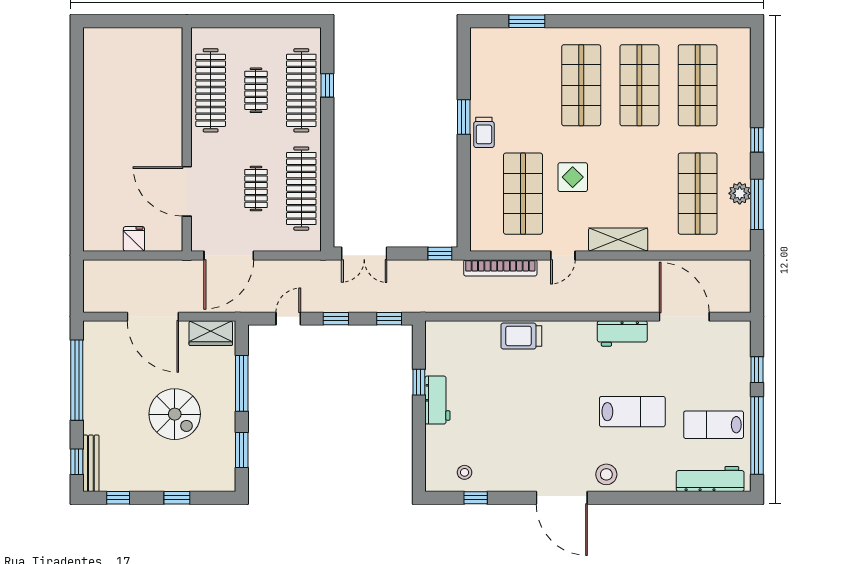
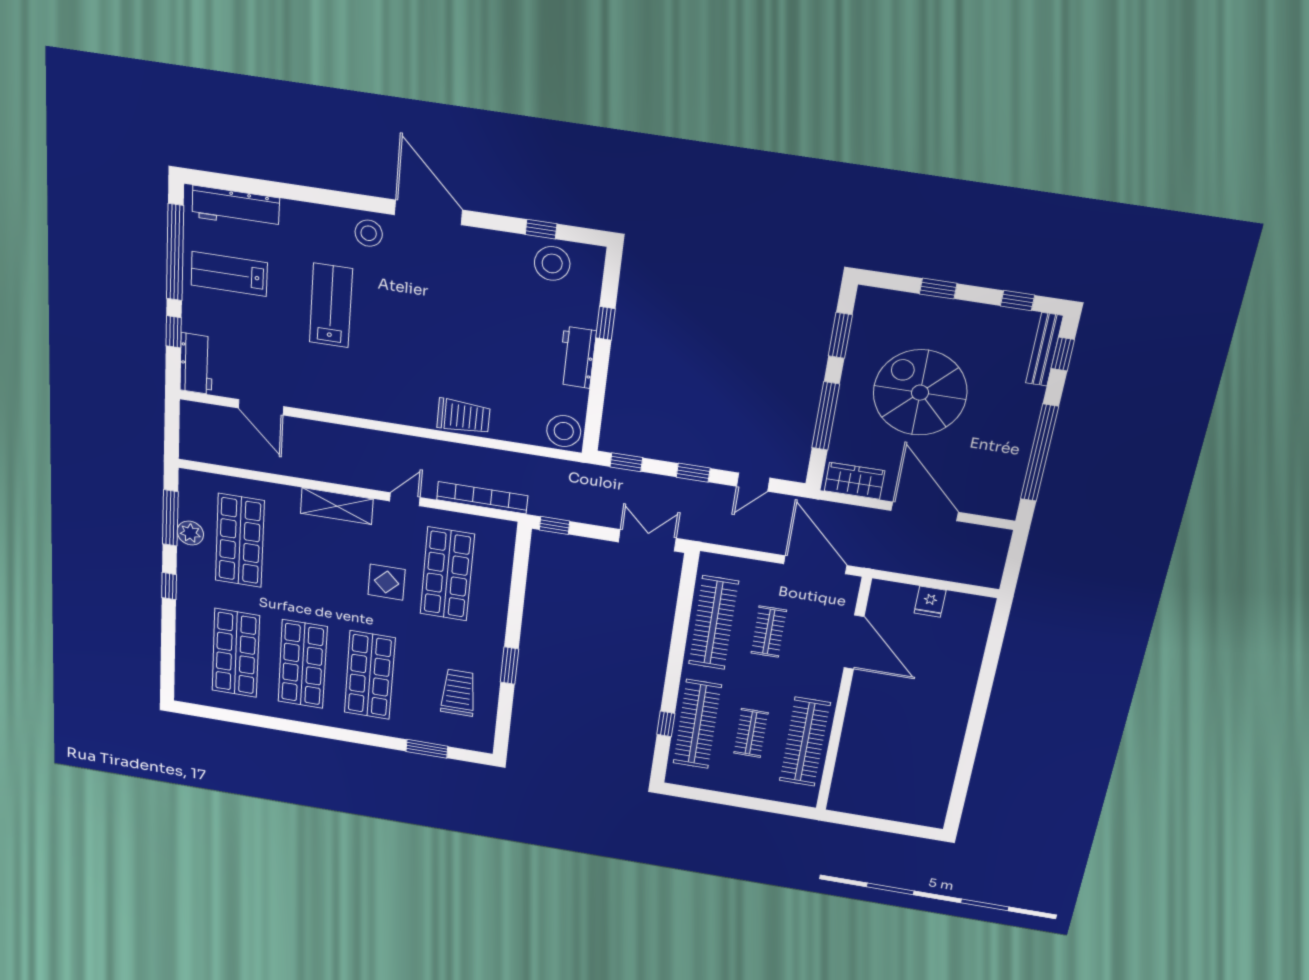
trolley: (484, 132) -> (458, 693), moved, width x1.36, depth x1.39
door: (229, 255) -> (815, 565), hinge flipped
door: (684, 317) -> (261, 407), width x0.73
workbench: (622, 333) -> (196, 364), moved, turned 90
stool: (441, 337) -> (564, 431), added
window: (419, 382) -> (605, 323), moved
lab bench: (632, 412) -> (331, 306), turned 90
spiral stairs: (175, 414) -> (920, 393), width x1.37, depth x1.37
lab bench: (714, 425) -> (229, 274), turned 180
stool: (465, 472) -> (552, 263), width x1.89, depth x1.89

